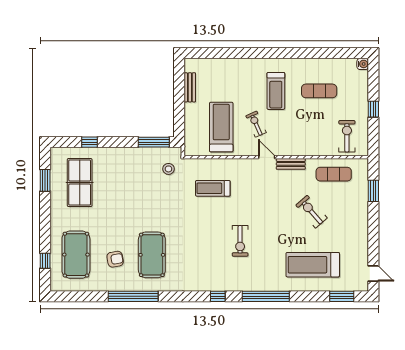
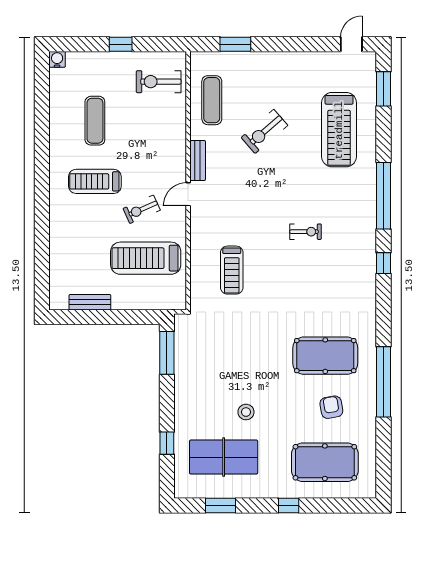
treadmill: (276, 91) -> (95, 181), turned 180
stool: (168, 169) -> (246, 412), moved
exercise bike: (240, 241) -> (306, 232), width x0.73, depth x0.72
window: (45, 261) -> (289, 505), moved

